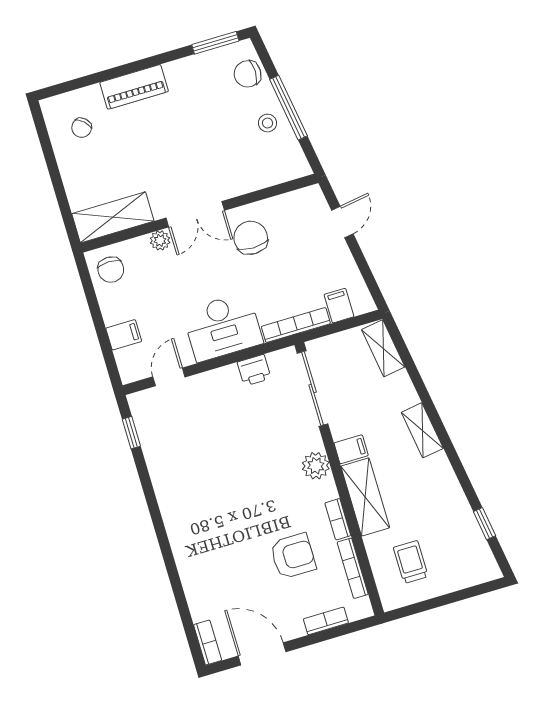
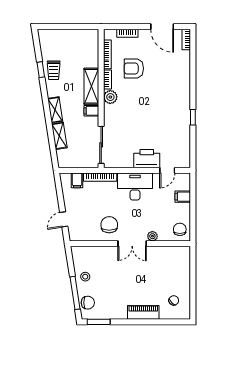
window: (288, 108) -> (75, 293), moved
double door: (195, 214) -> (132, 244), swing flipped
shelving: (113, 217) -> (171, 254), removed
chair: (251, 238) -> (109, 225), turned 180
shelving: (383, 348) -> (59, 136), moved
printer: (254, 370) -> (147, 159), moved, width x1.87, depth x1.48
window: (131, 433) -> (193, 117), moved
plant: (316, 466) -> (110, 97), moved
window: (484, 524) -> (41, 70), moved
trolley: (411, 562) -> (54, 70), moved

